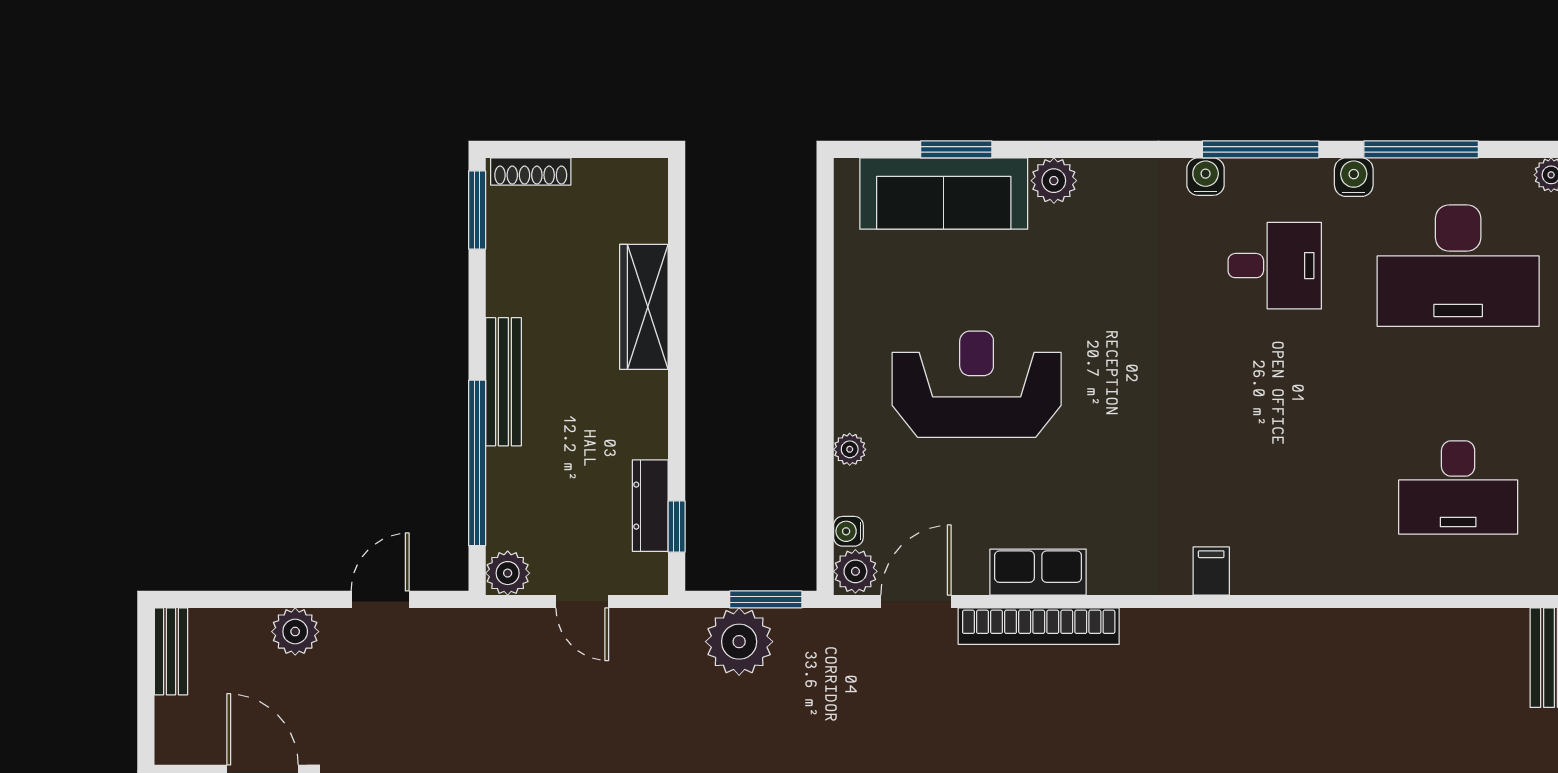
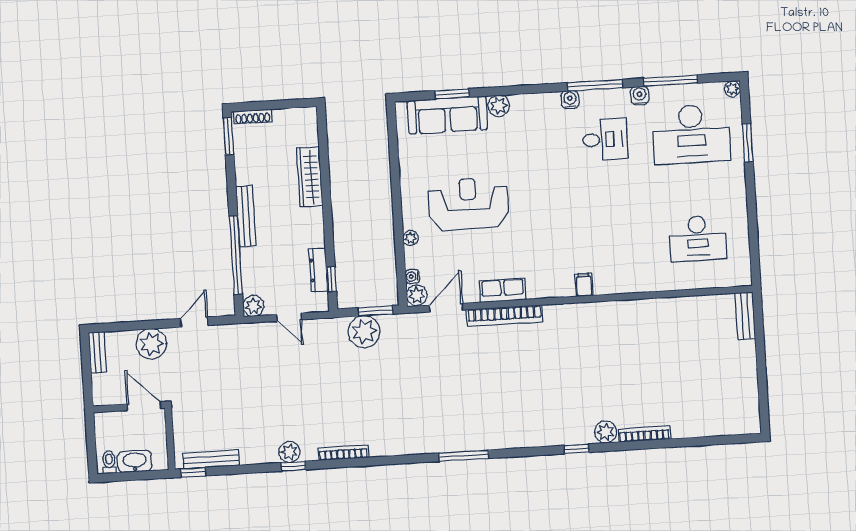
plant: (295, 632) -> (151, 344), width x1.36, depth x1.36

